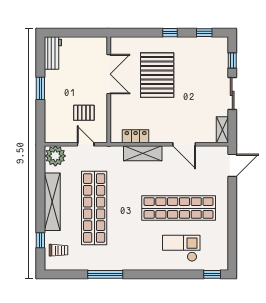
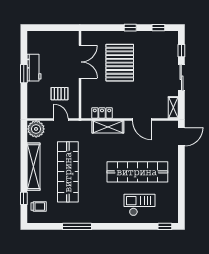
workbench: (53, 53) -> (34, 68), moved

